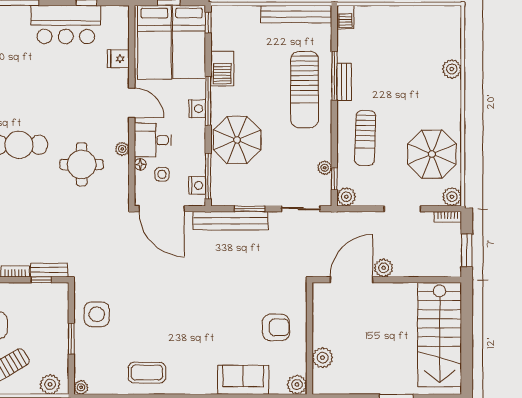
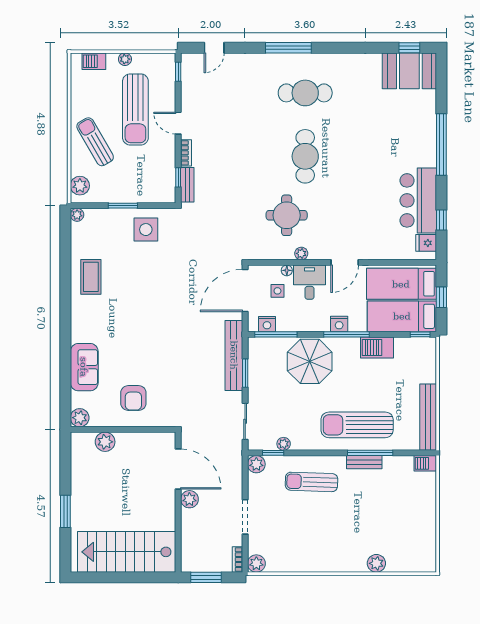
fridge: (118, 59) -> (426, 243), moved, turned -90
parasol: (432, 154) -> (296, 545), removed

